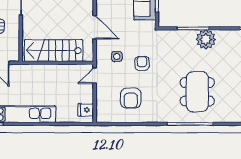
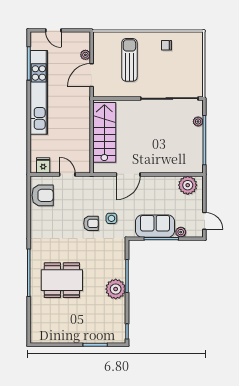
side table: (117, 57) -> (111, 218), moved
door: (95, 76) -> (67, 174), moved
armchair: (131, 98) -> (43, 195), moved, turned 180

